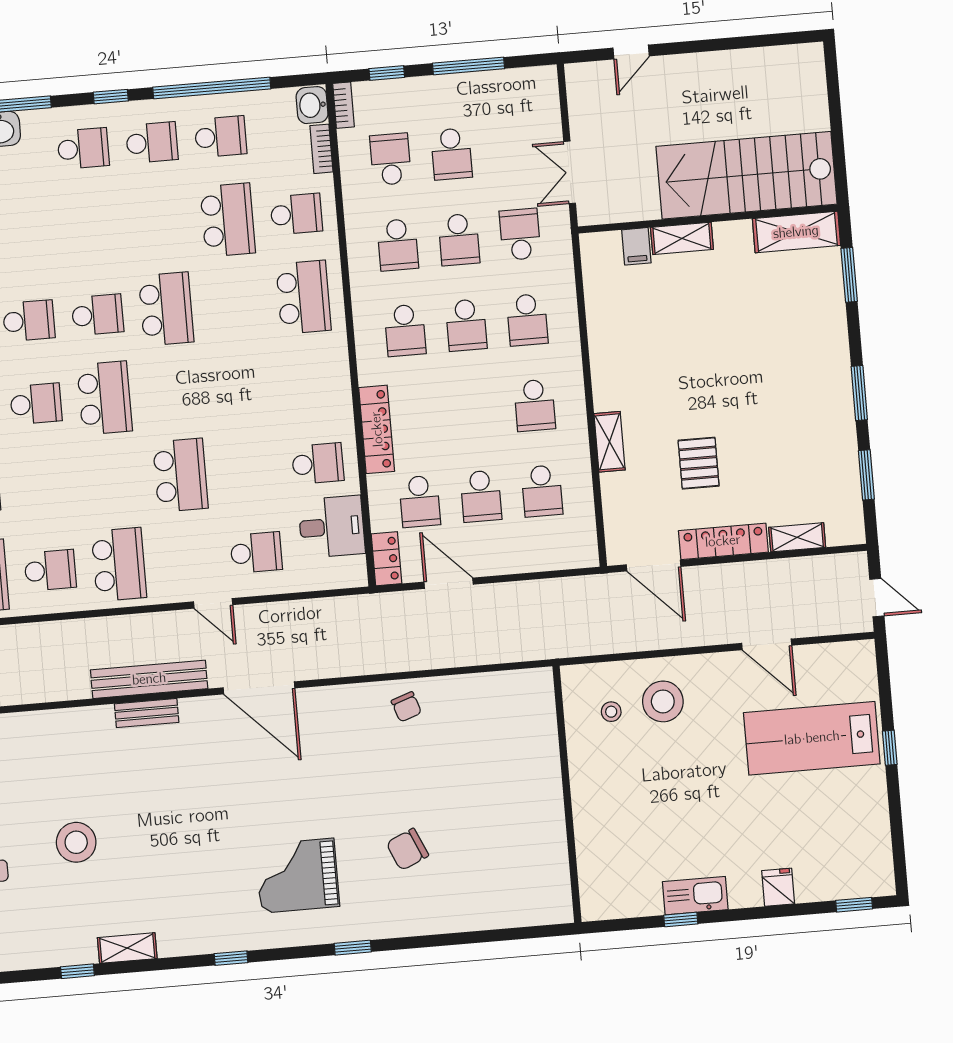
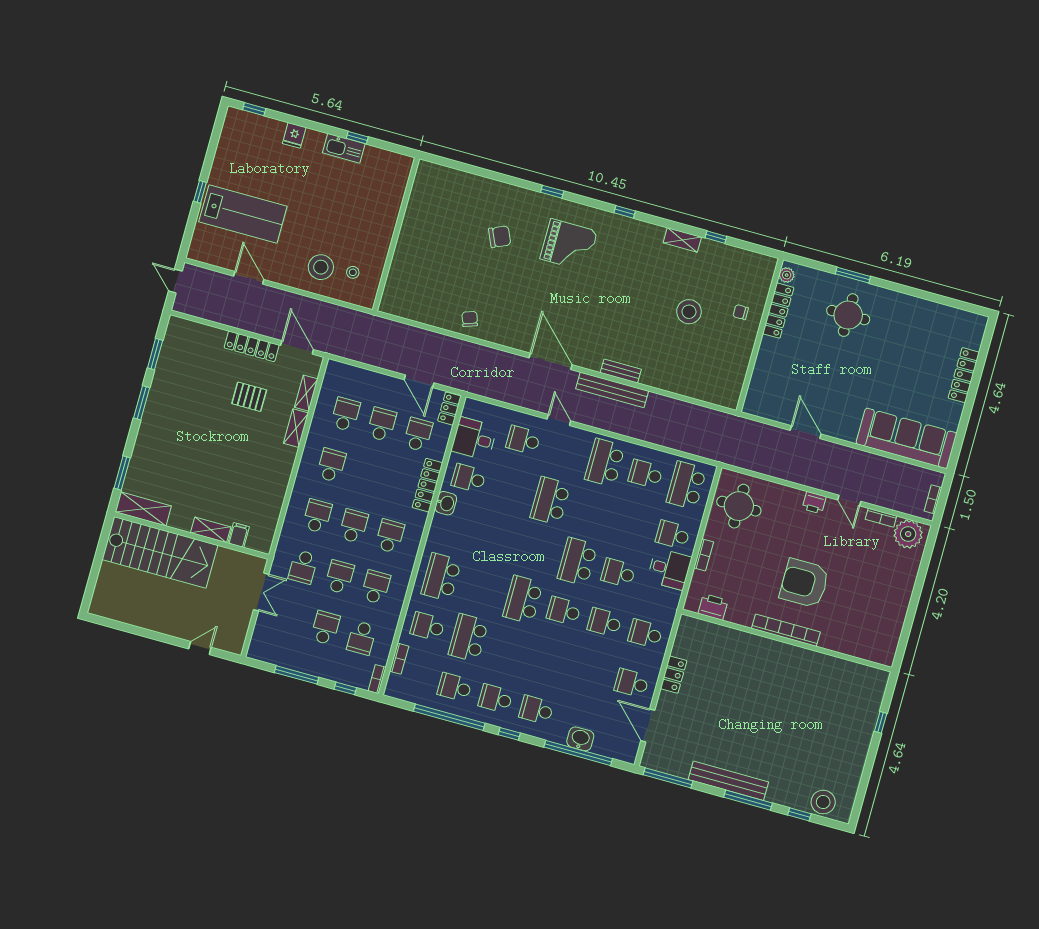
washbasin: (312, 105) -> (446, 503), moved
pallet: (699, 463) -> (249, 397), turned 90
shelving: (797, 537) -> (306, 393), moved, turned 90

